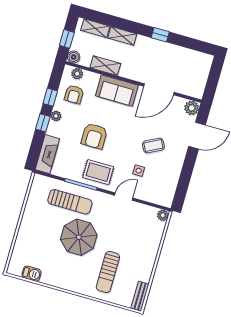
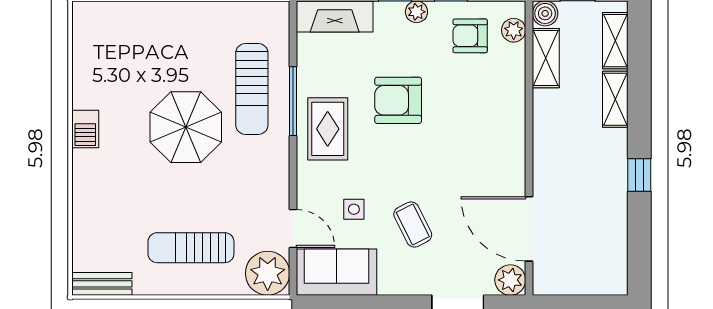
shelving: (105, 66) -> (546, 58), moved
door: (159, 89) -> (529, 229), moved
sofa: (117, 90) -> (337, 272), moved, turned 90
door: (124, 197) -> (293, 229), moved
plant: (163, 215) -> (268, 273), width x1.88, depth x1.88
sun lounger: (108, 272) -> (191, 248), moved
barbecue: (32, 274) -> (85, 129), moved

